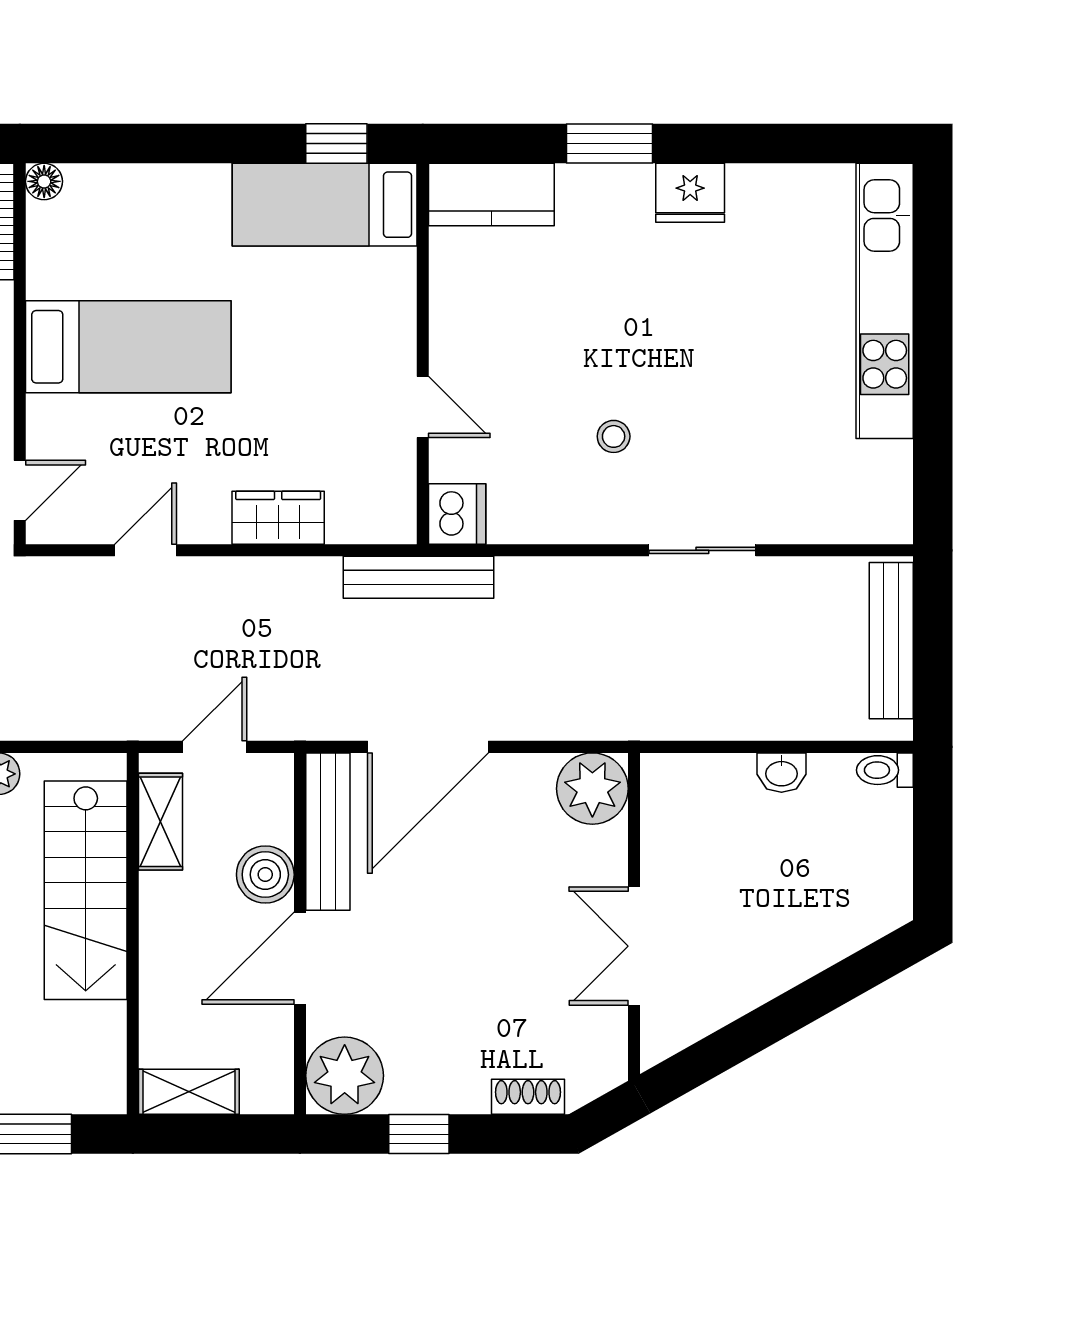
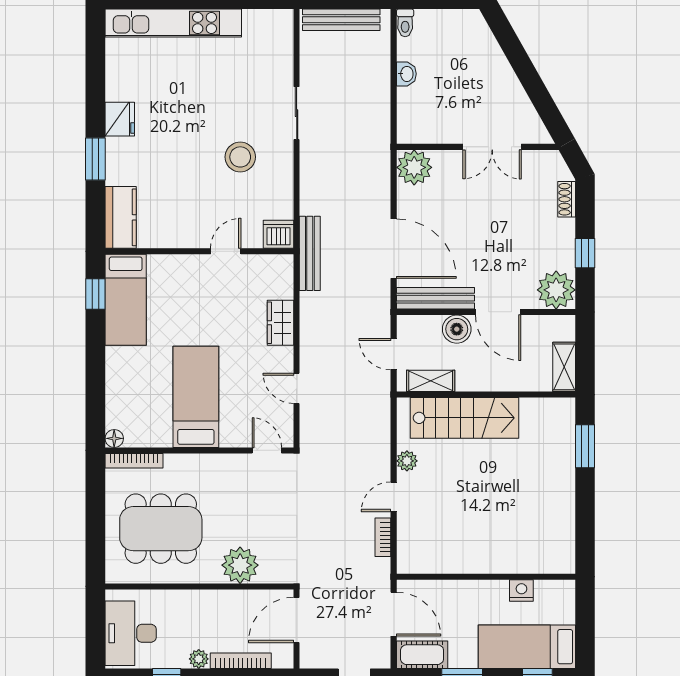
stool: (614, 436) -> (240, 157), width x1.89, depth x1.89

